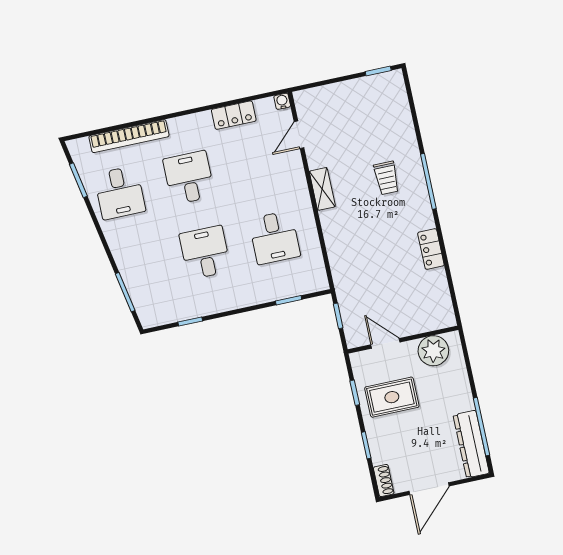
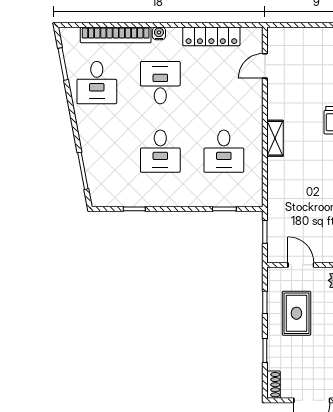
water cooler: (282, 101) -> (159, 33), moved
locker: (234, 115) -> (211, 36), width x1.53
shelving: (322, 189) -> (275, 138), moved
desk: (205, 252) -> (160, 151), turned 180
rug: (392, 397) -> (296, 313), turned 90

